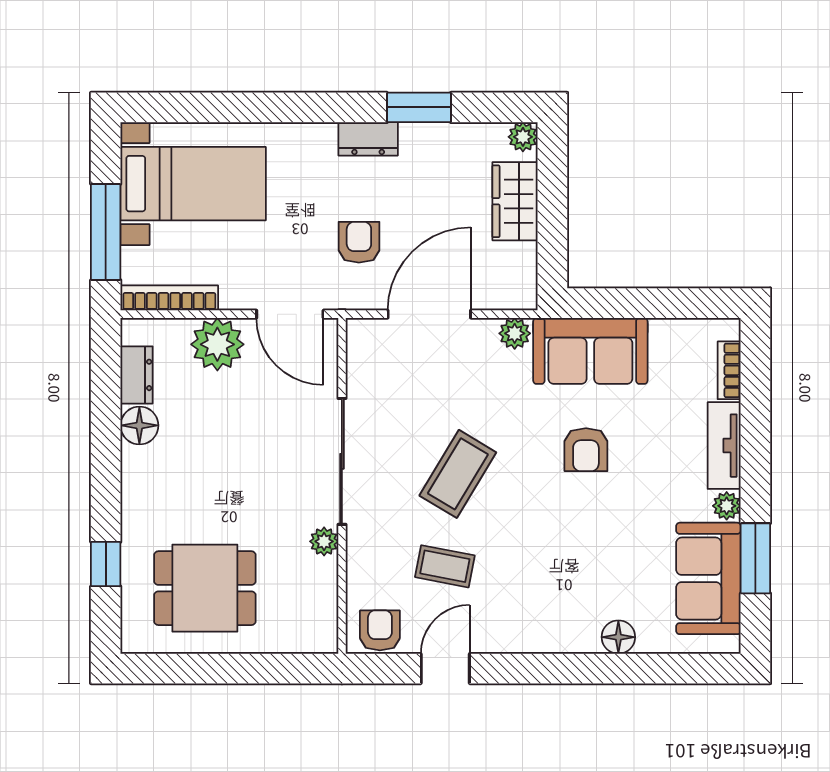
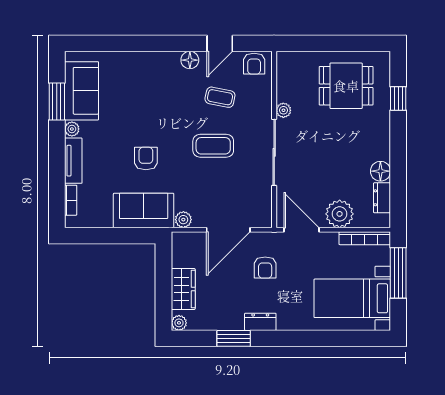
coffee table: (458, 474) -> (213, 146), turned 59
floor lamp: (618, 637) -> (190, 60), moved

